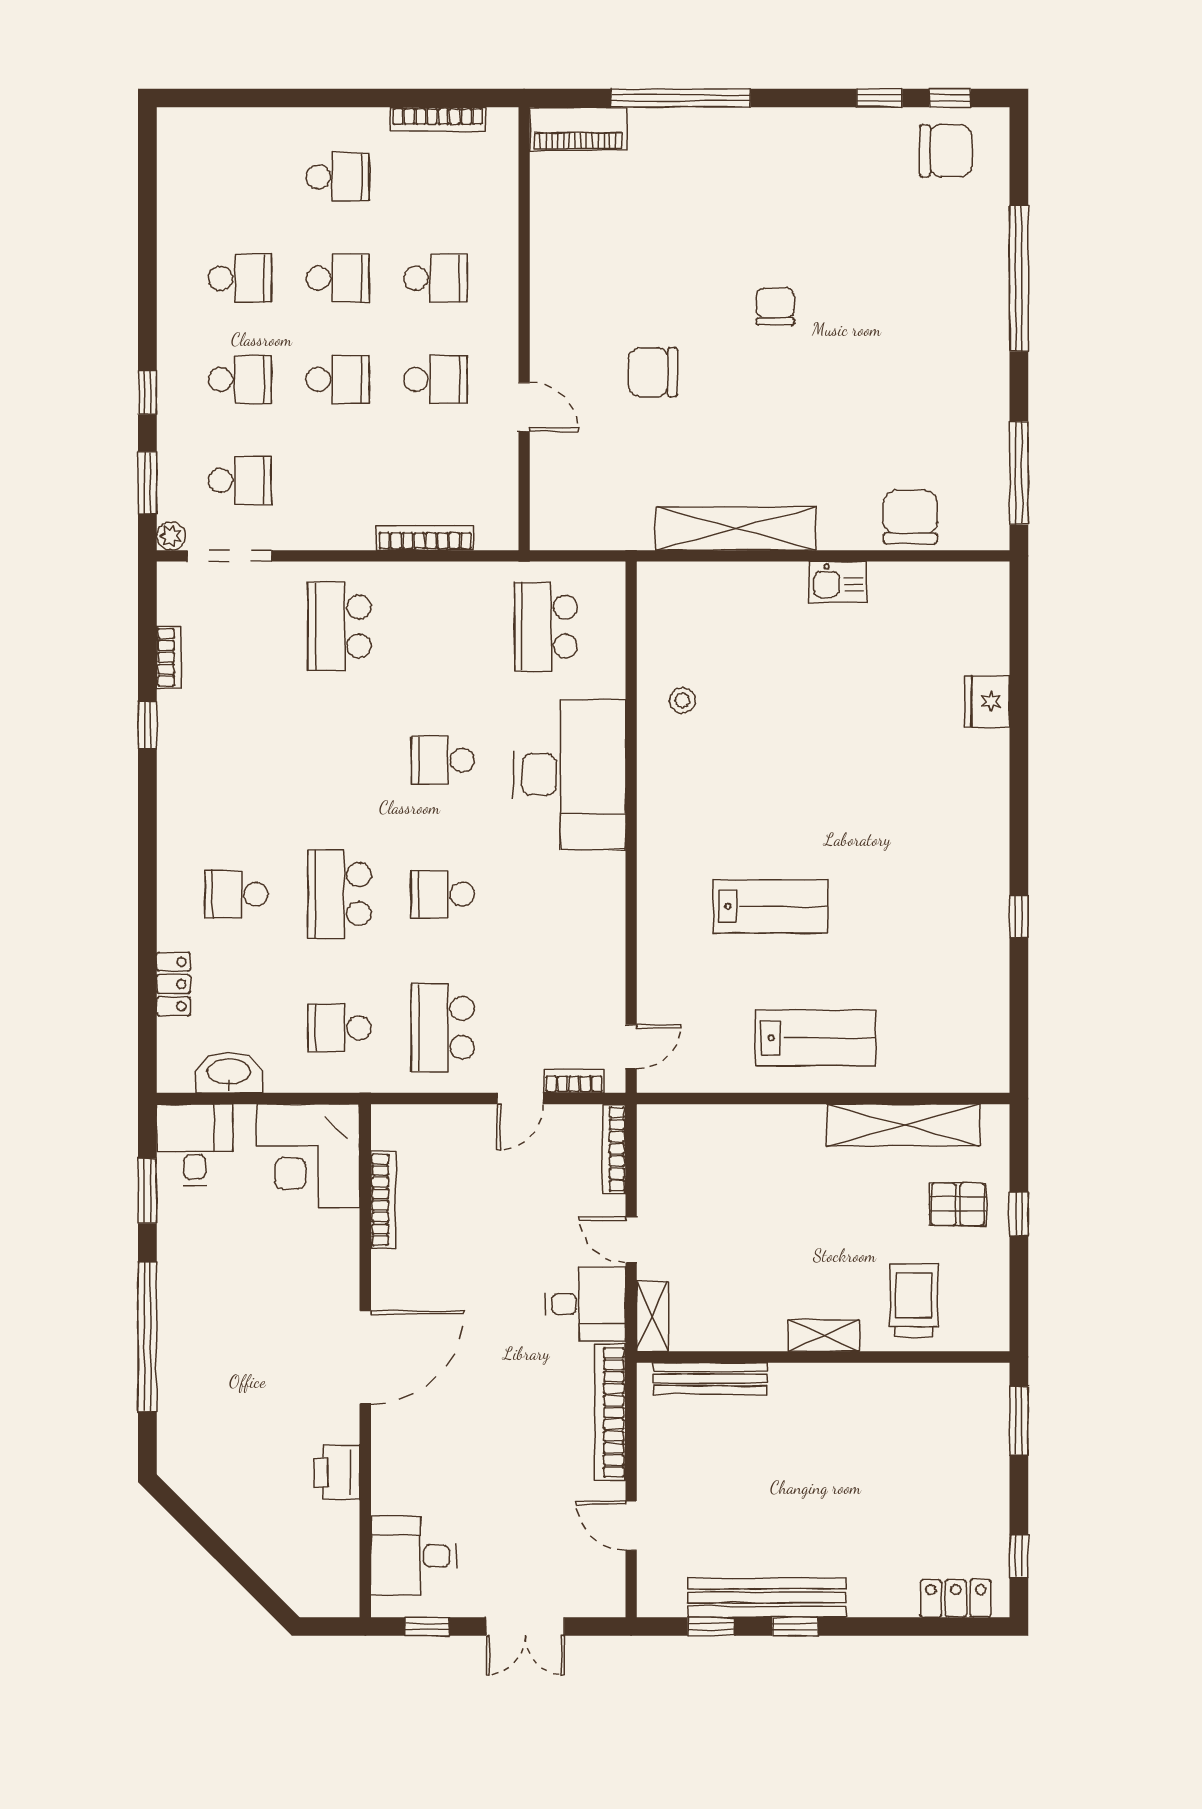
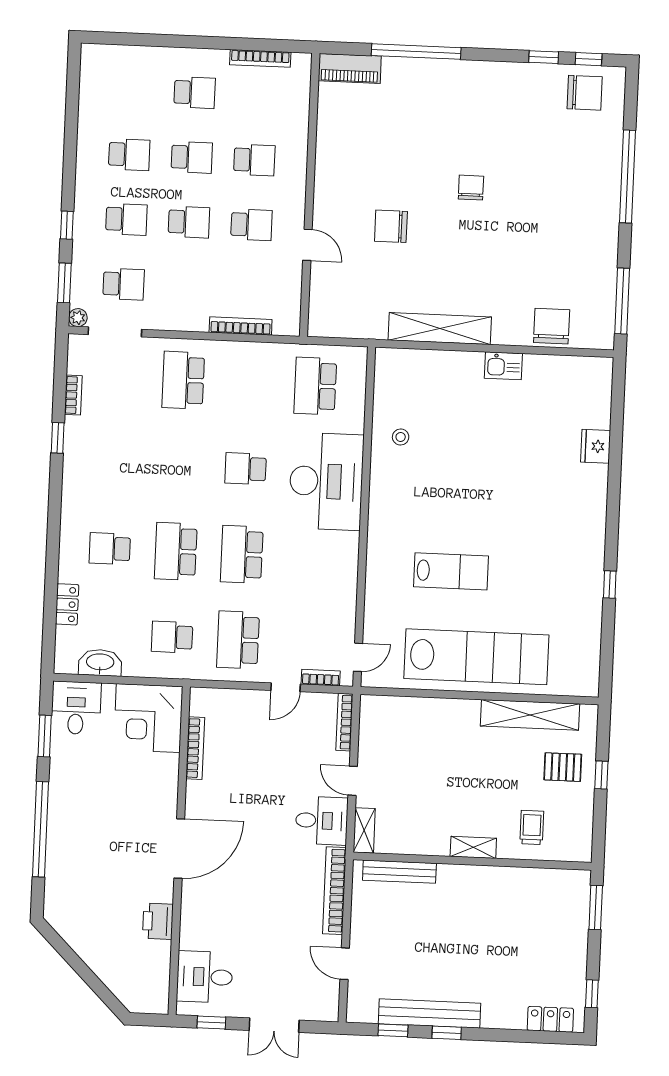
school desk: (443, 894) -> (242, 554), width x1.85
lab bench: (816, 1038) -> (476, 657), width x1.86, depth x1.39
trolley: (914, 1300) -> (532, 827), width x0.73, depth x0.72

